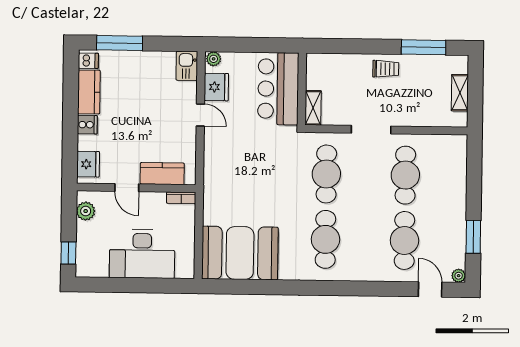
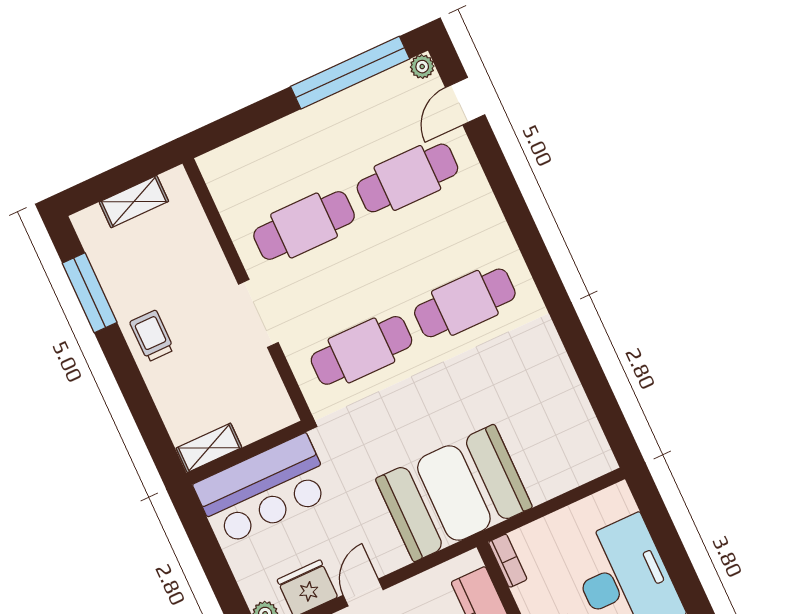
shelving: (313, 108) -> (209, 448), moved
window: (473, 237) -> (350, 73), width x2.11
booth: (240, 253) -> (454, 493), moved, turned 90

